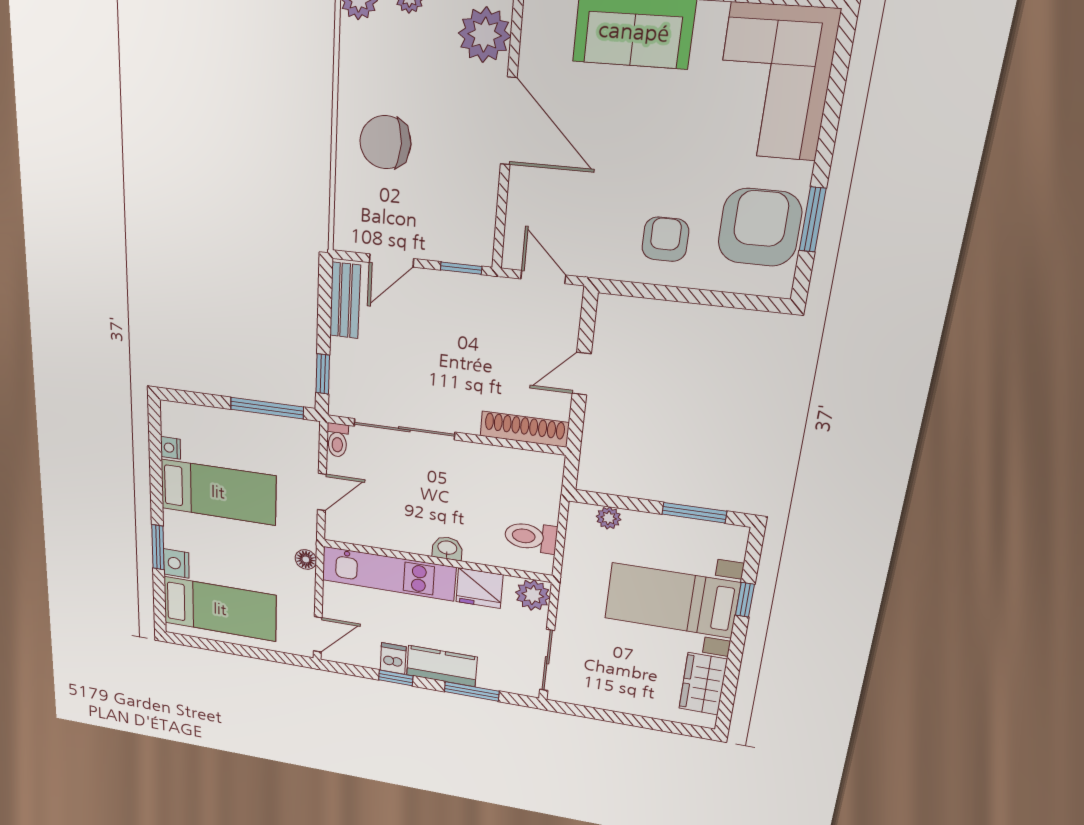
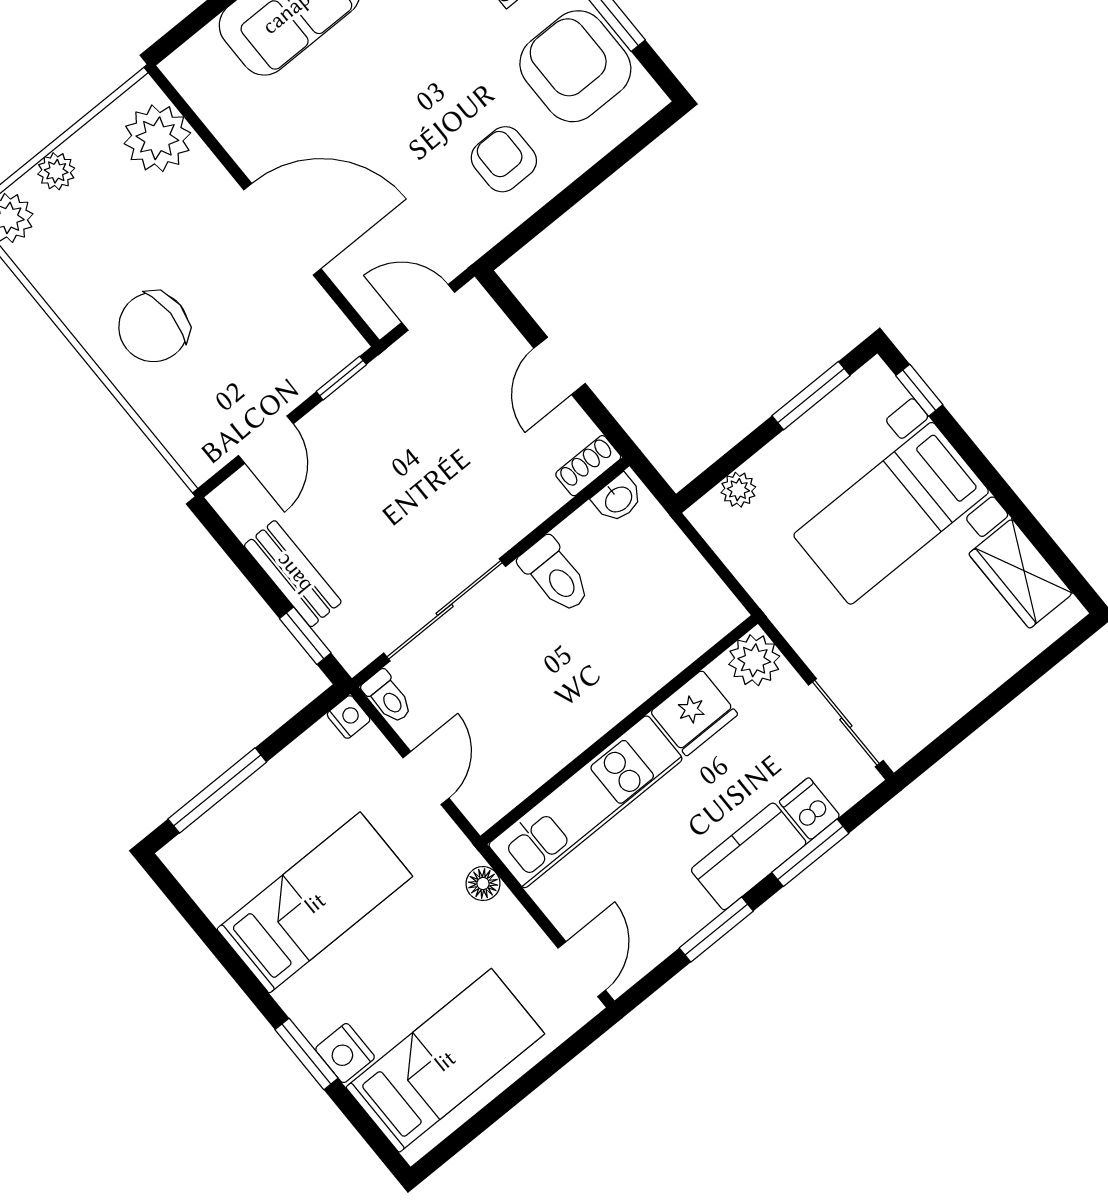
door: (509, 121) -> (282, 229), moved
bench: (345, 301) -> (293, 574), moved
window: (267, 408) -> (217, 790), moved
shoe rack: (524, 429) -> (588, 466), width x0.51, depth x0.81
nightstand: (171, 448) -> (349, 717), moved, turned 180
toilet: (531, 537) -> (555, 575), moved, turned -90
washbasin: (447, 548) -> (618, 499), moved, turned 180
window: (745, 600) -> (919, 390), moved
dishwasher: (393, 658) -> (810, 809), moved
window: (396, 678) -> (716, 930), width x1.50

